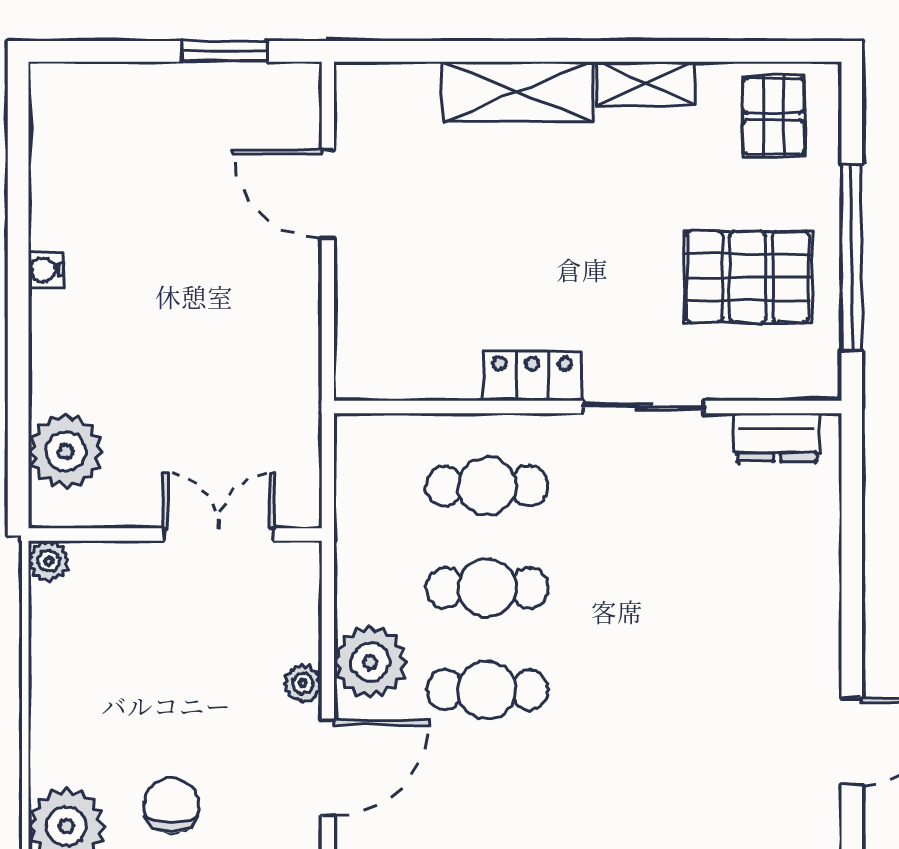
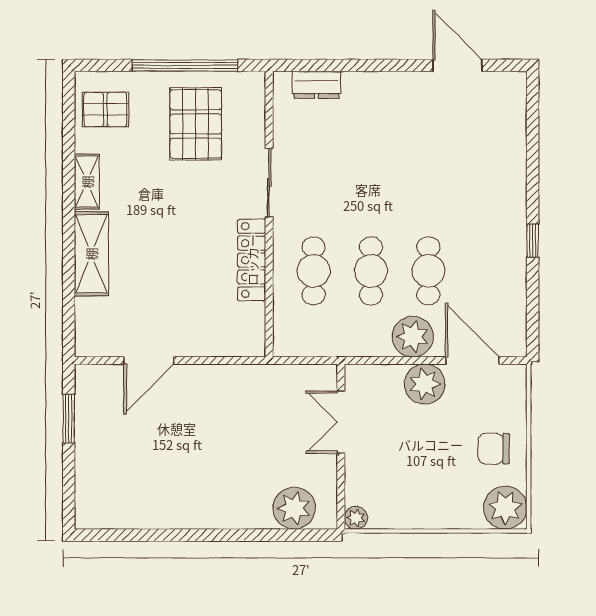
water cooler: (46, 270) -> (192, 519), removed
locker: (532, 376) -> (252, 260), width x1.53
dresser: (777, 437) -> (316, 85), moved, turned 90
plant: (303, 683) -> (425, 384), width x1.87, depth x1.87

